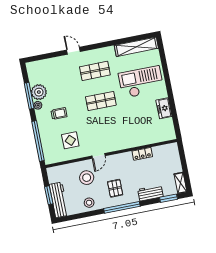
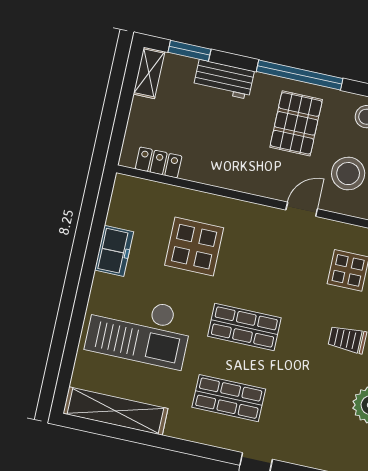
display table: (134, 123) -> (194, 247), added
locker: (142, 154) -> (159, 162), moved
pallet: (115, 188) -> (296, 123), width x1.50, depth x1.42

